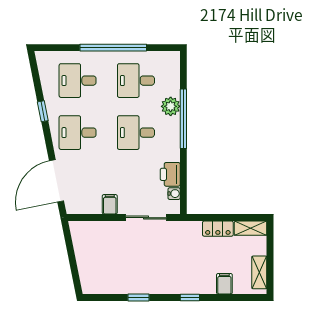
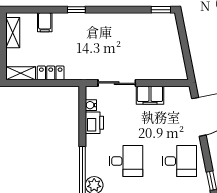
filing cabinet: (110, 204) -> (150, 95), width x2.00
window: (138, 298) -> (161, 10), moved

